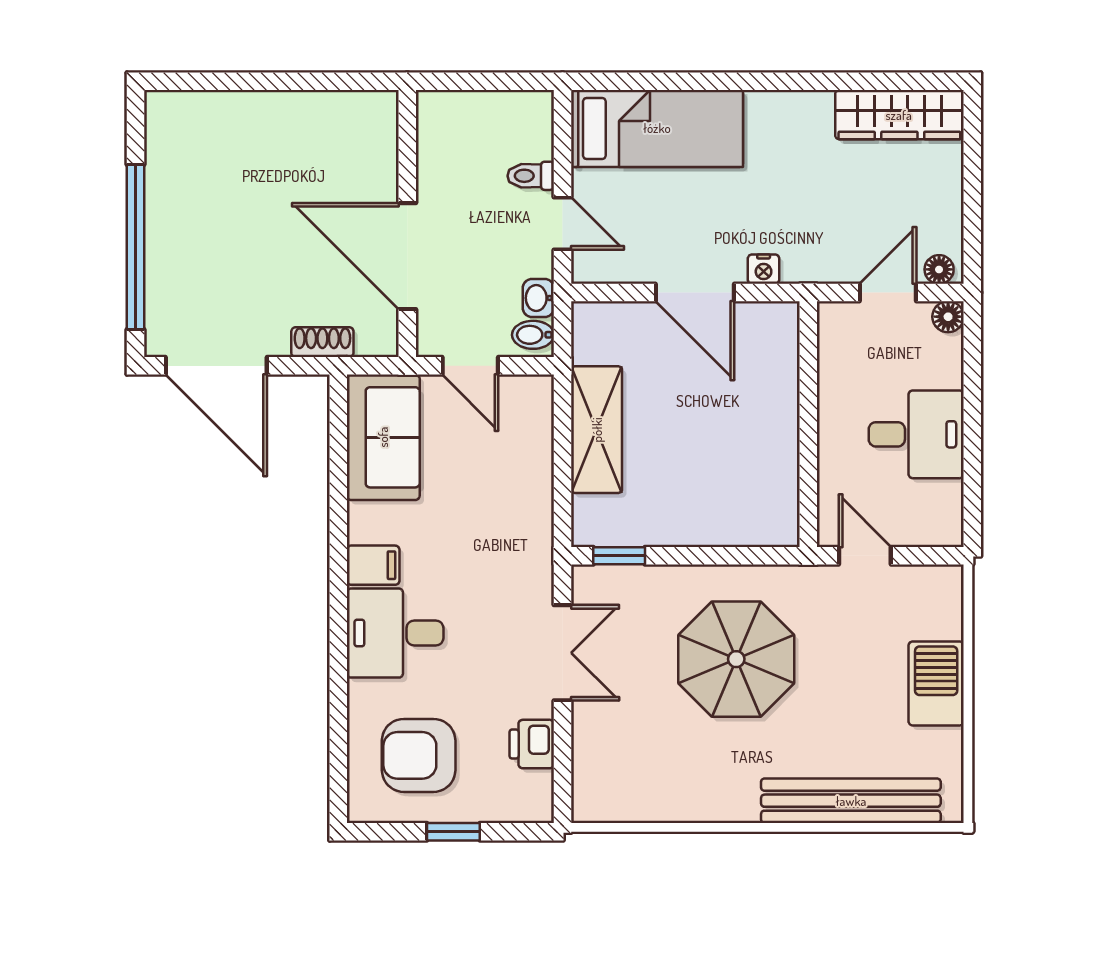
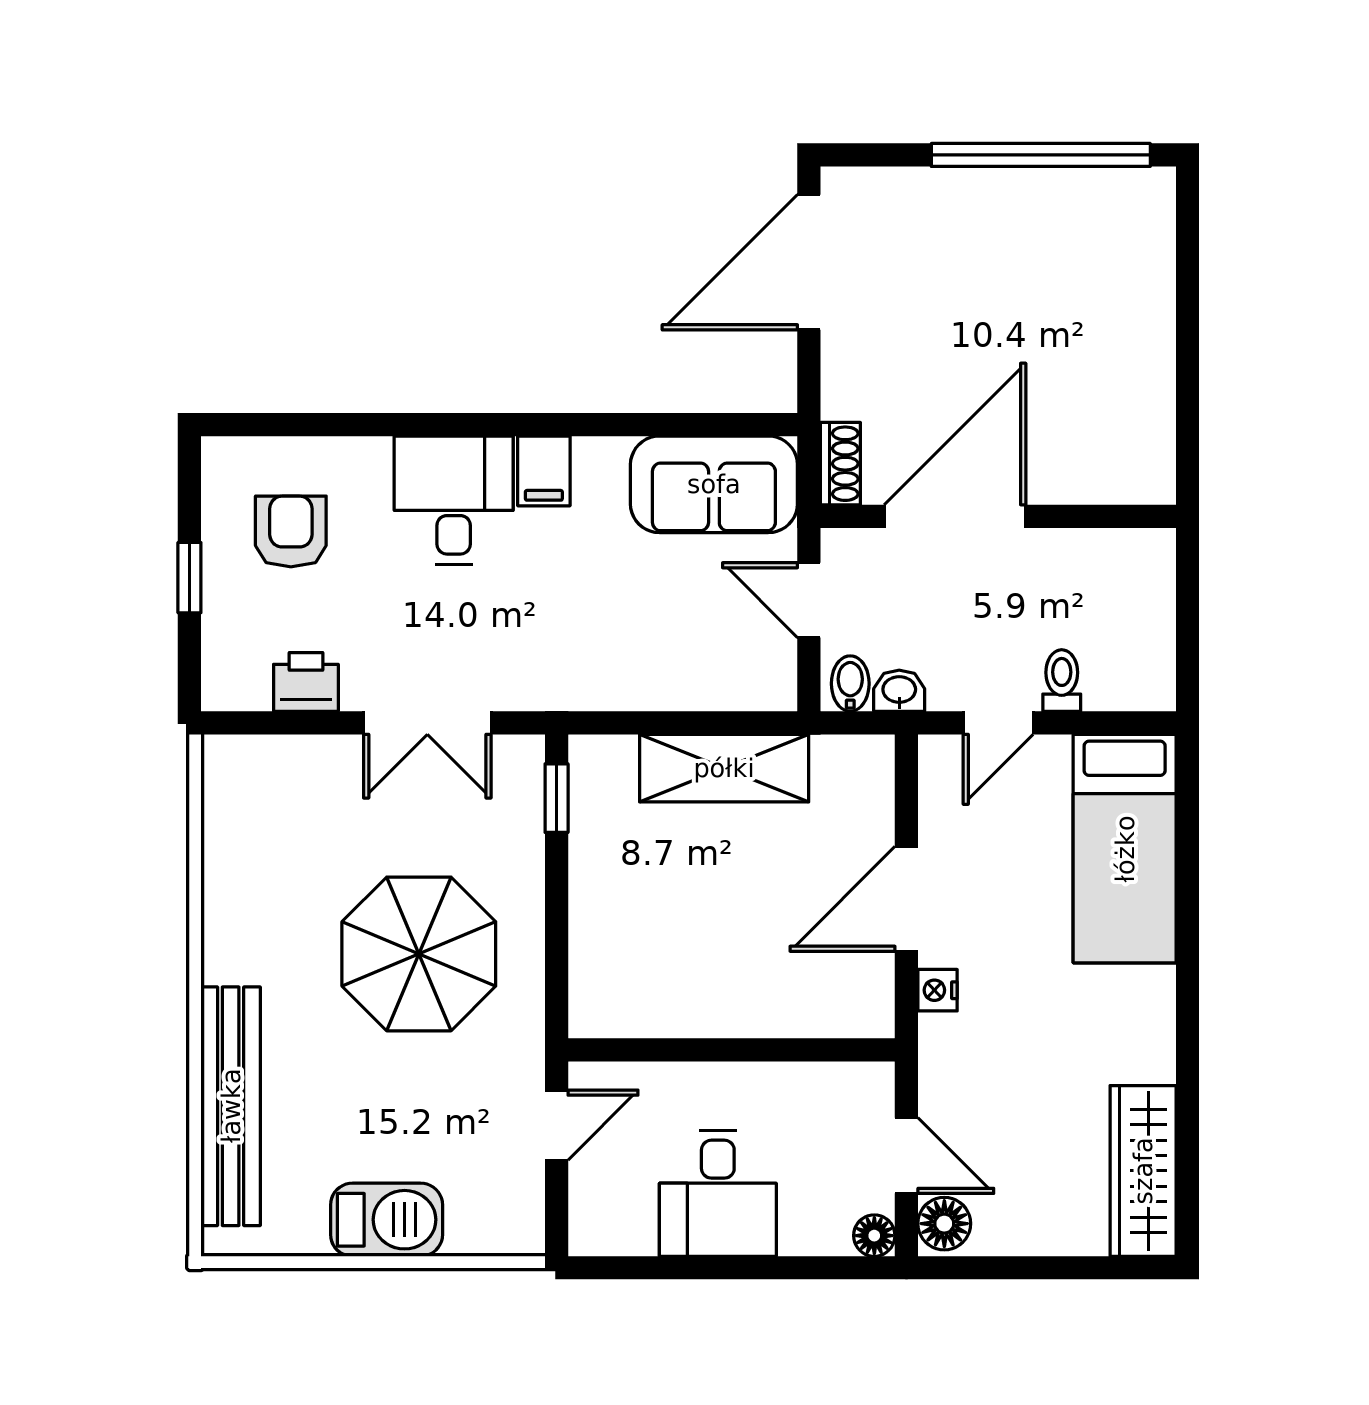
window: (136, 247) -> (1041, 155), moved
floor lamp: (939, 269) -> (944, 1224), width x1.37, depth x1.37
shoe rack: (322, 342) -> (840, 464), moved
door: (470, 366) -> (809, 600), hinge flipped
armchair: (419, 755) -> (291, 531), width x0.72, depth x0.72

